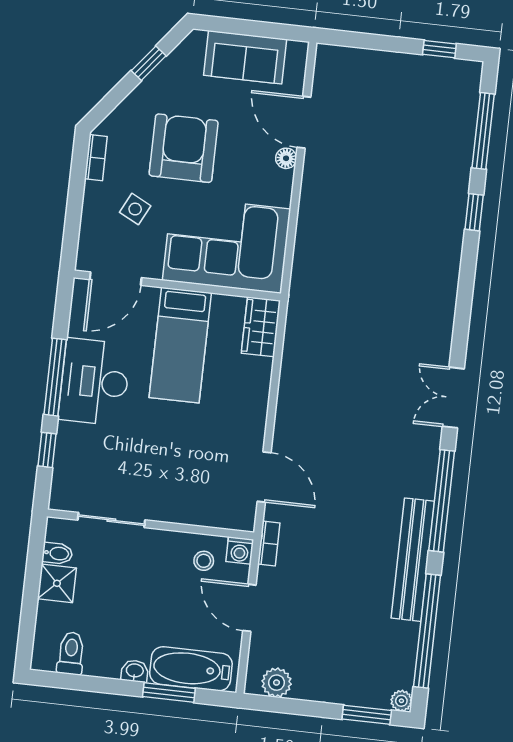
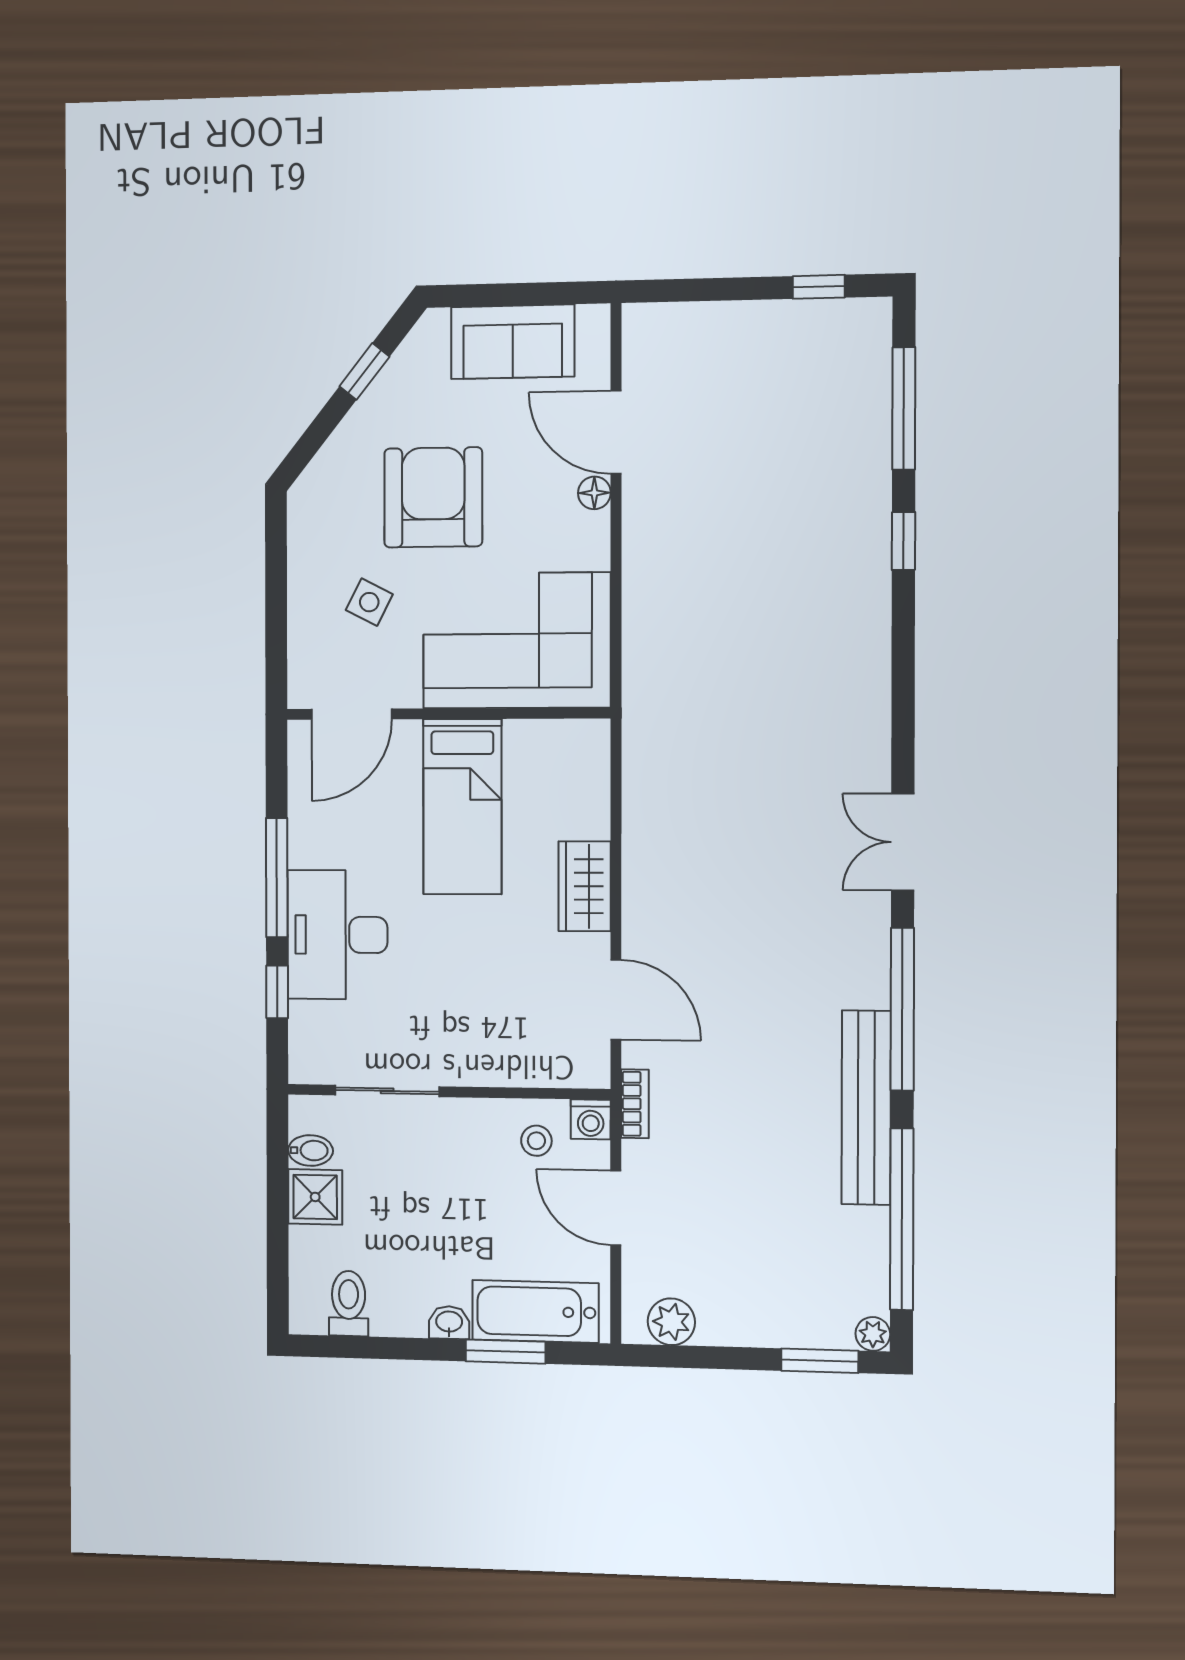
bookcase: (96, 158) -> (300, 529), removed
wardrobe: (261, 327) -> (585, 886), moved
desk: (94, 382) -> (337, 935), moved

